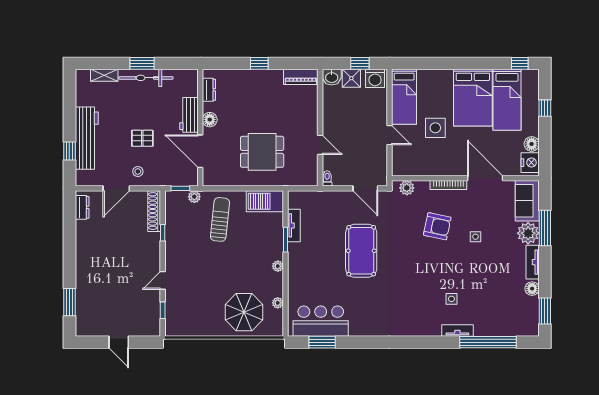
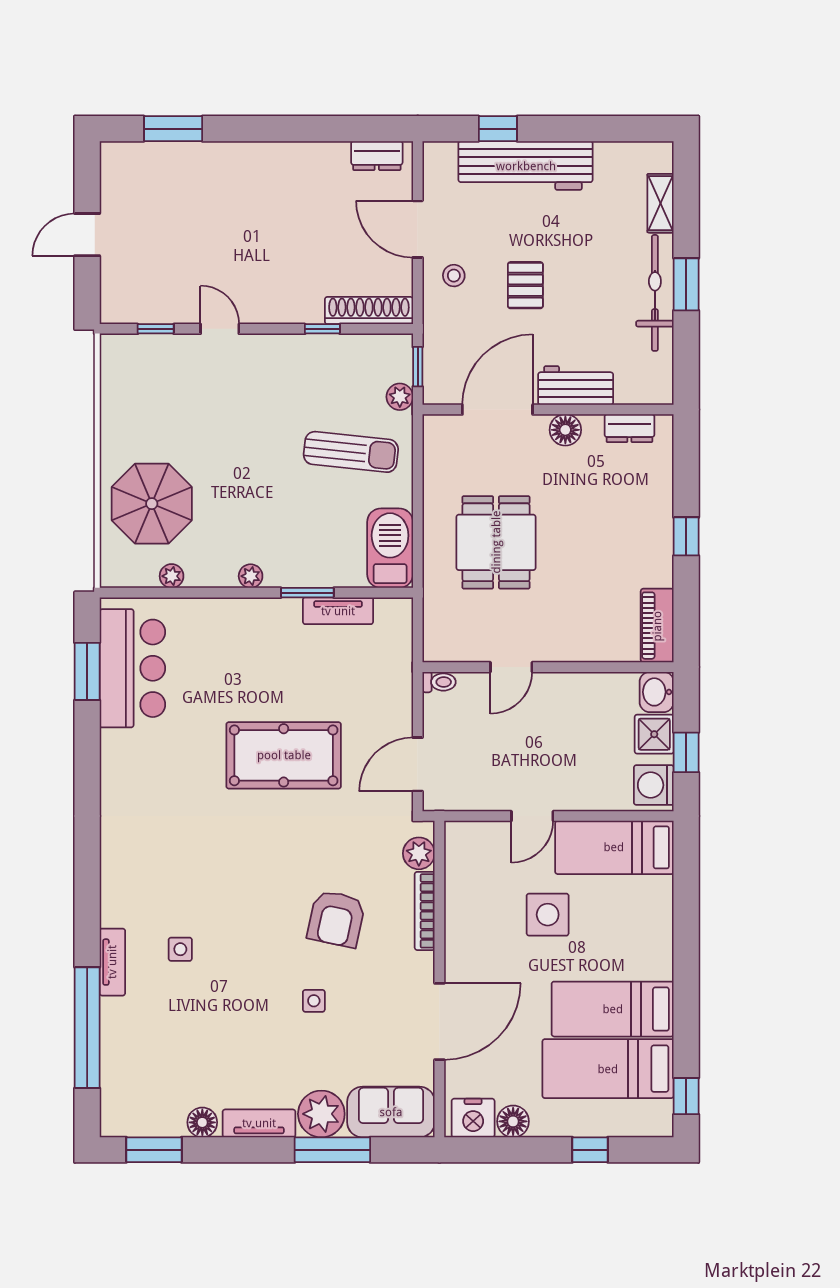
bed: (473, 98) -> (613, 1009), width x0.67
bookcase: (448, 185) -> (425, 911), moved

